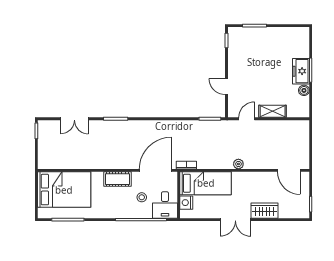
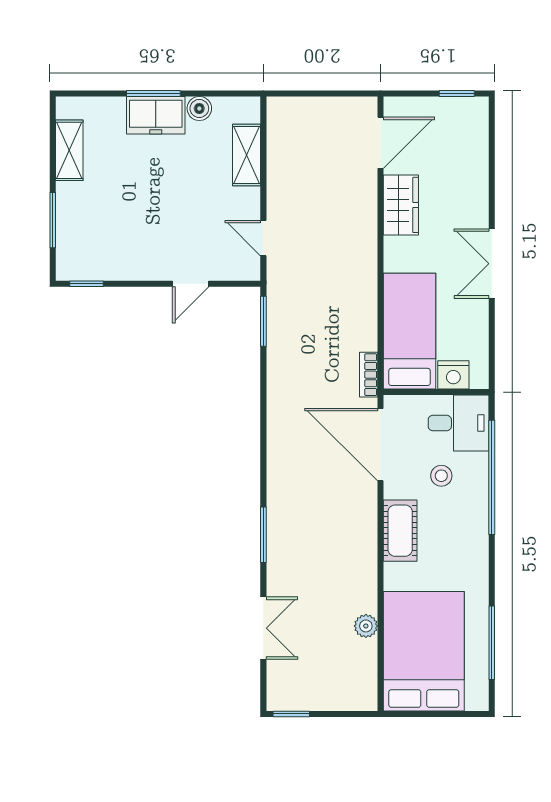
shelving: (285, 33) -> (69, 150), added
shelving: (273, 111) -> (247, 155), moved
plant: (238, 164) -> (366, 626), moved
wardrobe: (264, 211) -> (401, 205), moved, turned 180
double door: (235, 220) -> (492, 264), swing flipped

